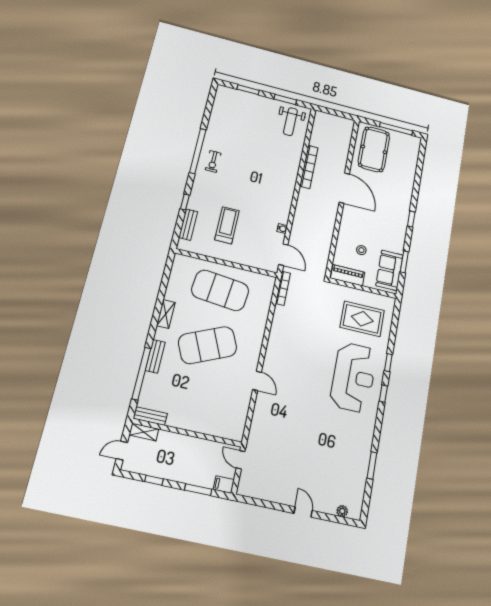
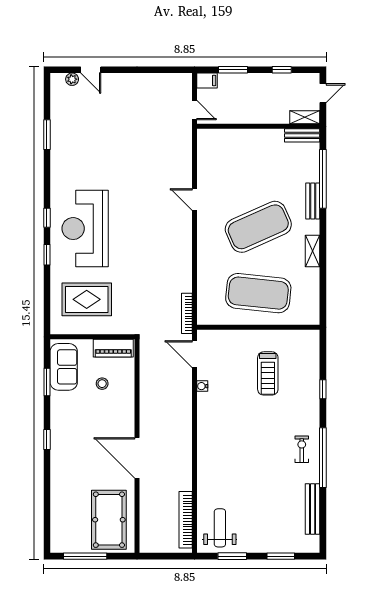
bookcase: (309, 167) -> (186, 520), moved
bench: (188, 225) -> (313, 509), moved, width x1.36
door: (303, 512) -> (91, 70), moved

